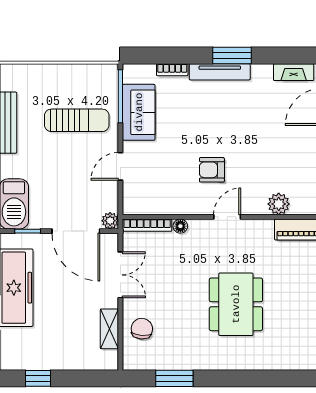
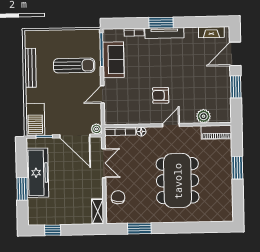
window: (232, 56) -> (161, 23), moved
dining table: (236, 304) -> (178, 181), width x1.36, depth x1.24
shelving: (109, 329) -> (98, 211), moved

